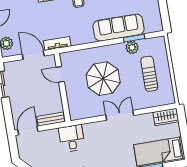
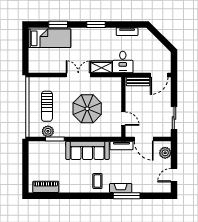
sofa: (119, 28) -> (87, 150), moved
plant: (132, 47) -> (48, 131), moved
double door: (120, 115) -> (78, 75), swing flipped
wardrobe: (166, 117) -> (101, 67), moved

